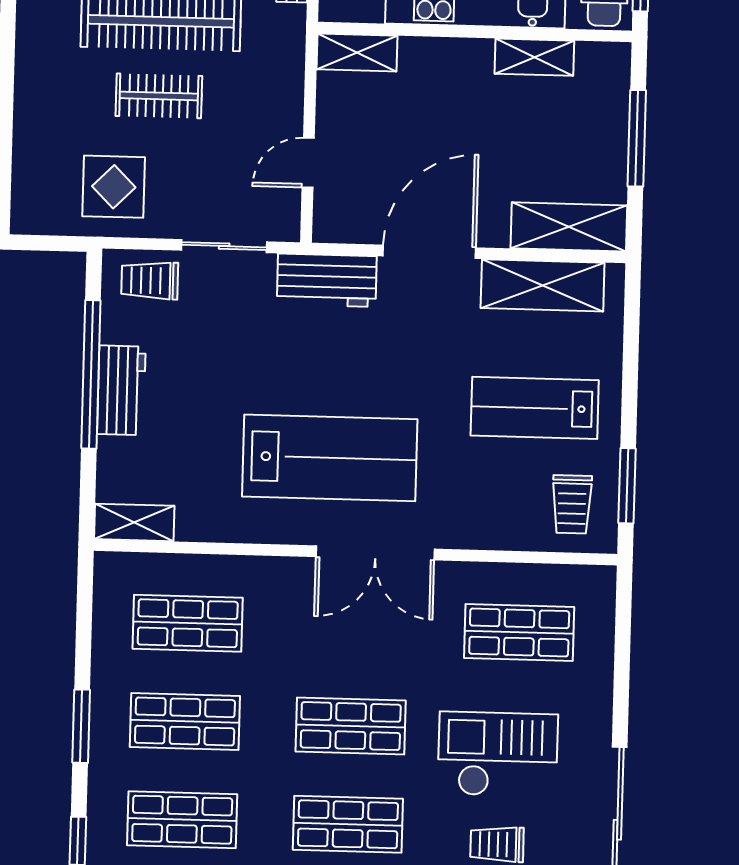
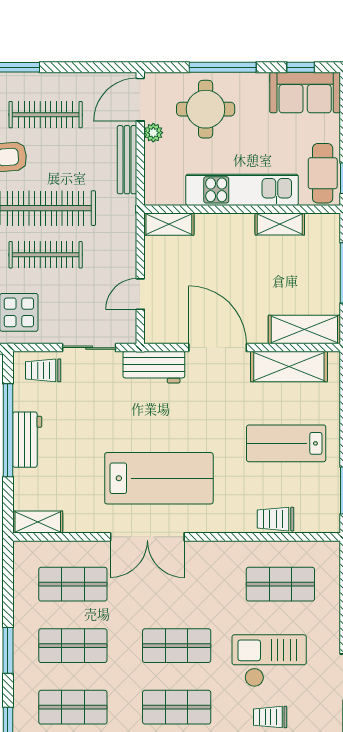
clothes rail: (159, 96) -> (46, 255), width x1.36
door: (429, 252) -> (218, 348), hinge flipped
trolley: (572, 504) -> (276, 519), moved, turned 90
double door: (375, 553) -> (147, 537), moved

